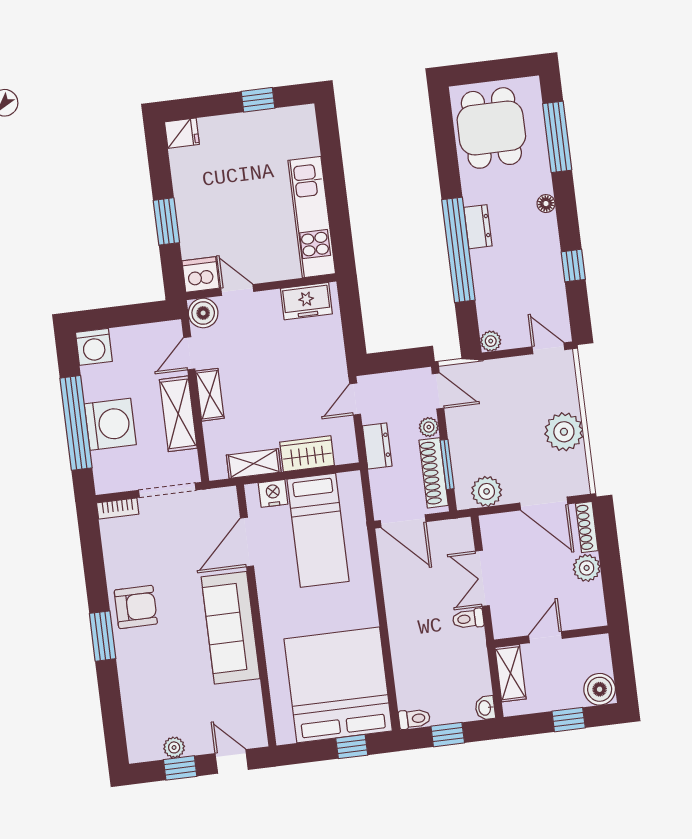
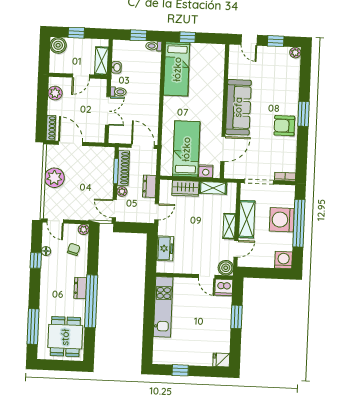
floor lamp: (546, 204) -> (46, 251), moved
window: (458, 250) -> (91, 301), moved
chair: (504, 299) -> (74, 249), added
freezer: (306, 301) -> (165, 248), moved, turned 90
plant: (487, 491) -> (98, 154), removed
plant: (587, 568) -> (55, 93), moved
bed: (338, 685) -> (177, 69), width x0.49
washbasin: (485, 708) -> (116, 67), moved
plant: (174, 747) -> (295, 53), moved

